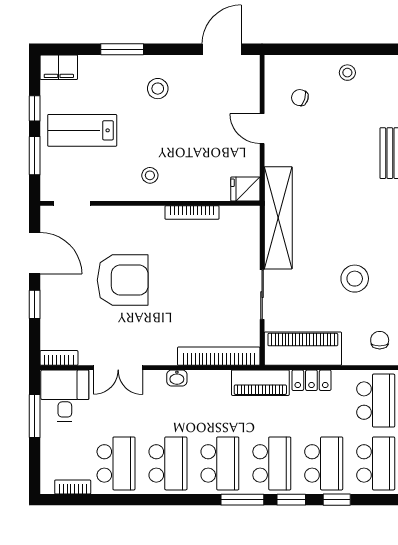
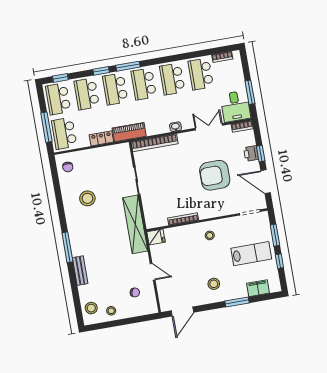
filing cabinet: (59, 67) -> (258, 288), moved
stool: (382, 84) -> (91, 308), added
printer: (52, 308) -> (251, 153), added
piano: (303, 349) -> (109, 155), removed
window: (337, 500) -> (60, 78), moved

